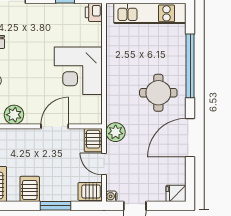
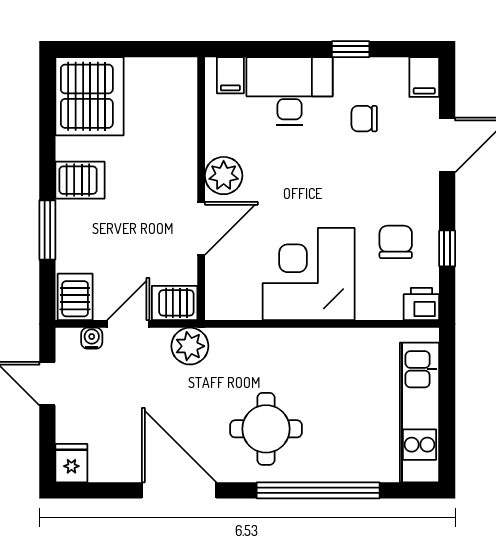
chair: (62, 26) -> (396, 242), added
plant: (14, 115) -> (224, 176), moved
door: (55, 126) -> (201, 228), hinge flipped
water cooler: (111, 196) -> (92, 338), moved

